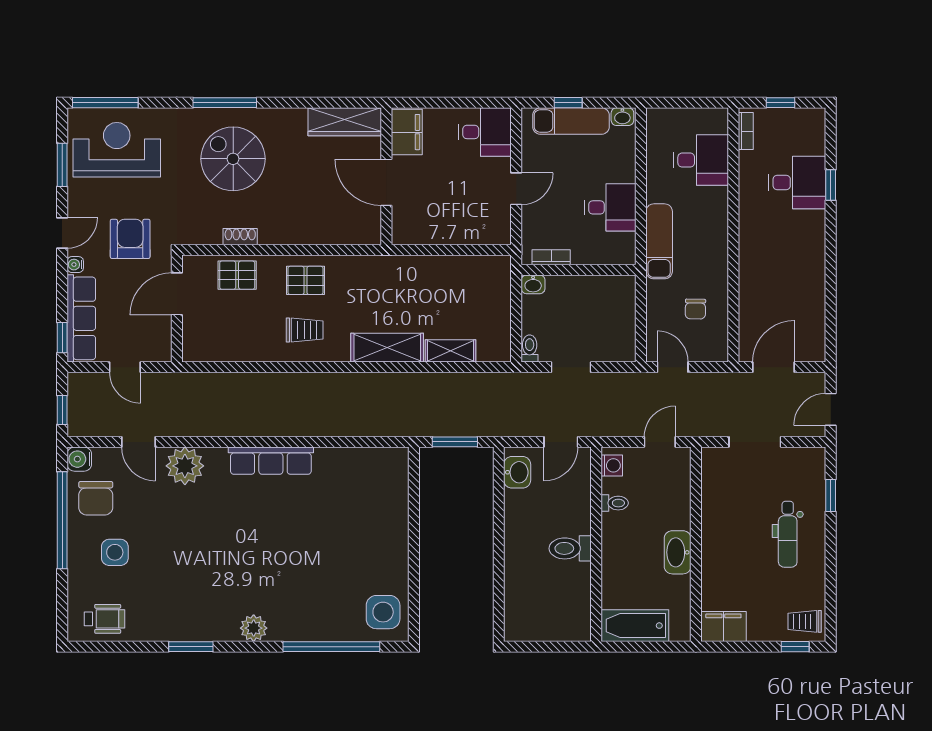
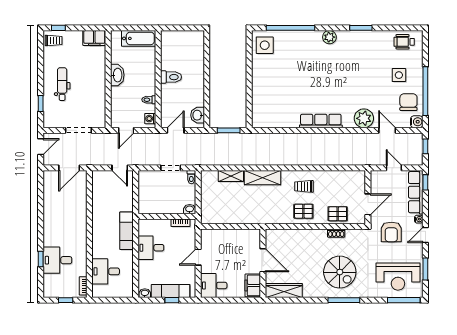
chair: (695, 309) -> (108, 197), removed

